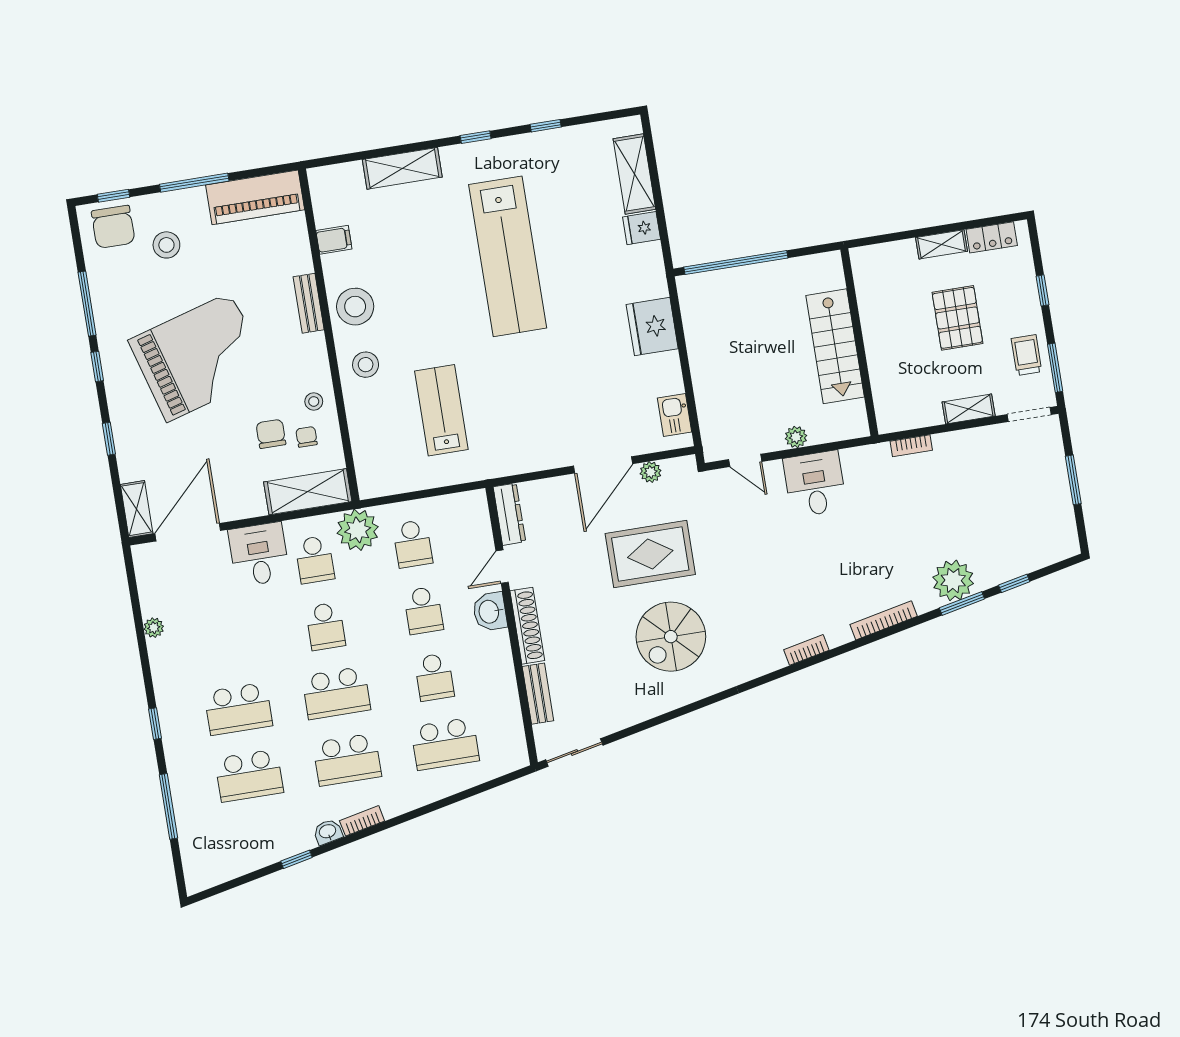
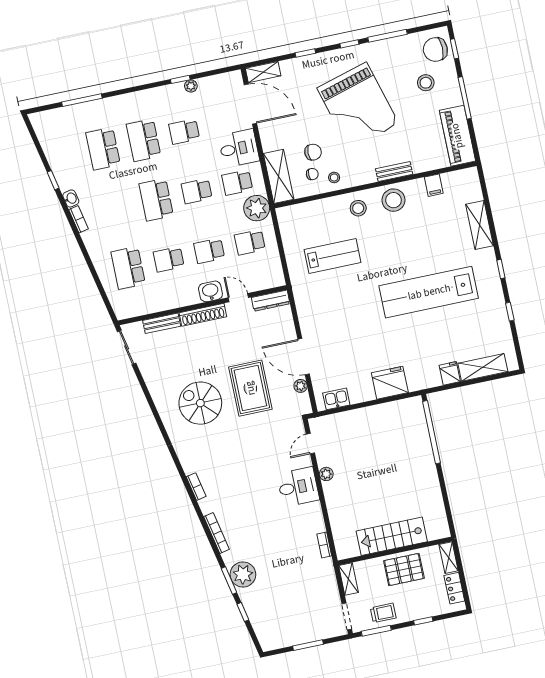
wall: (859, 342) -> (395, 551), moved
stairs: (835, 346) -> (392, 536), moved
window: (155, 724) -> (180, 79), moved
school desk: (347, 760) -> (184, 132), moved, width x0.54

